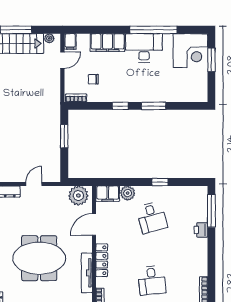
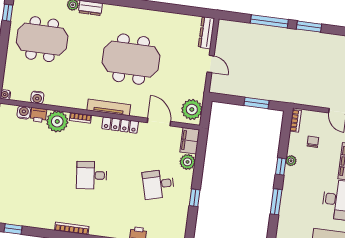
plant: (114, 97) -> (291, 161), added
meeting table: (39, 258) -> (131, 59), turned 90

